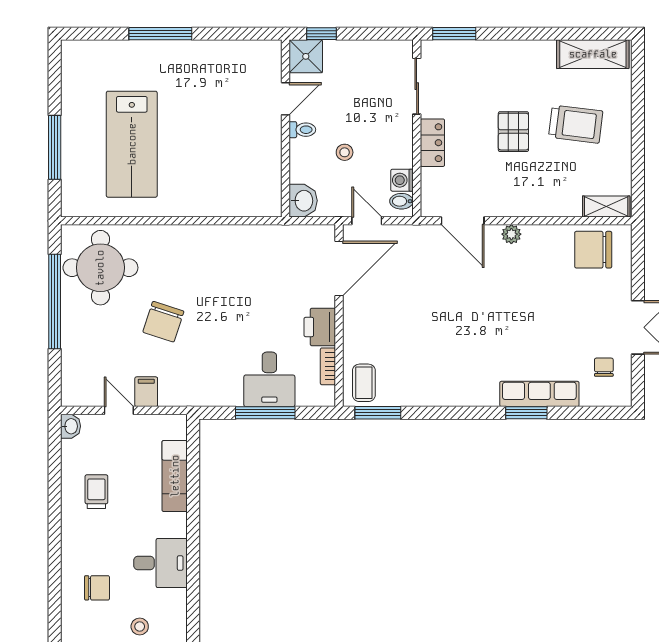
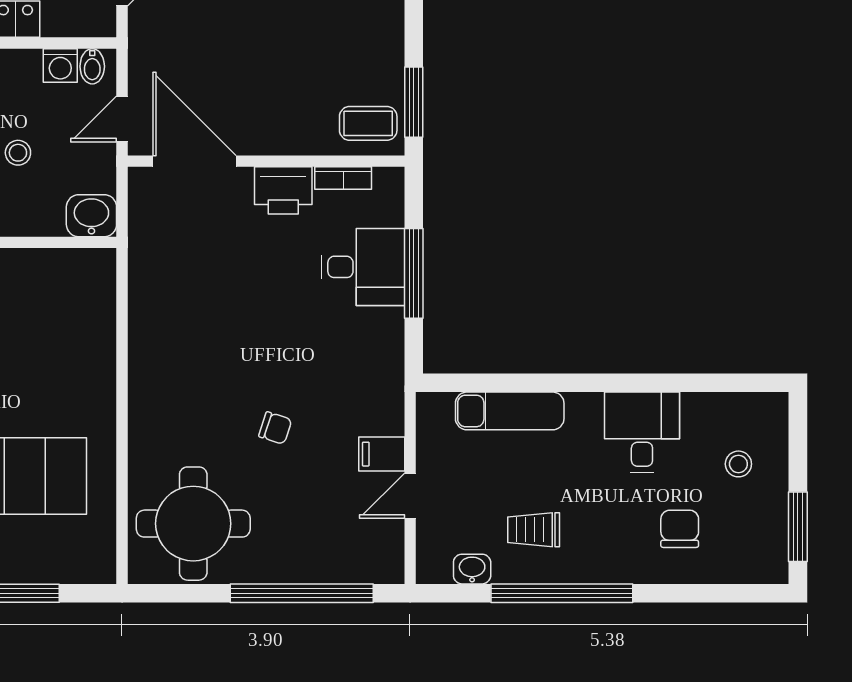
window: (55, 301) -> (302, 593), moved
chair: (163, 322) -> (275, 428), width x0.54, depth x0.54
washbasin: (71, 426) -> (472, 569), moved
window: (55, 510) -> (562, 593), added

